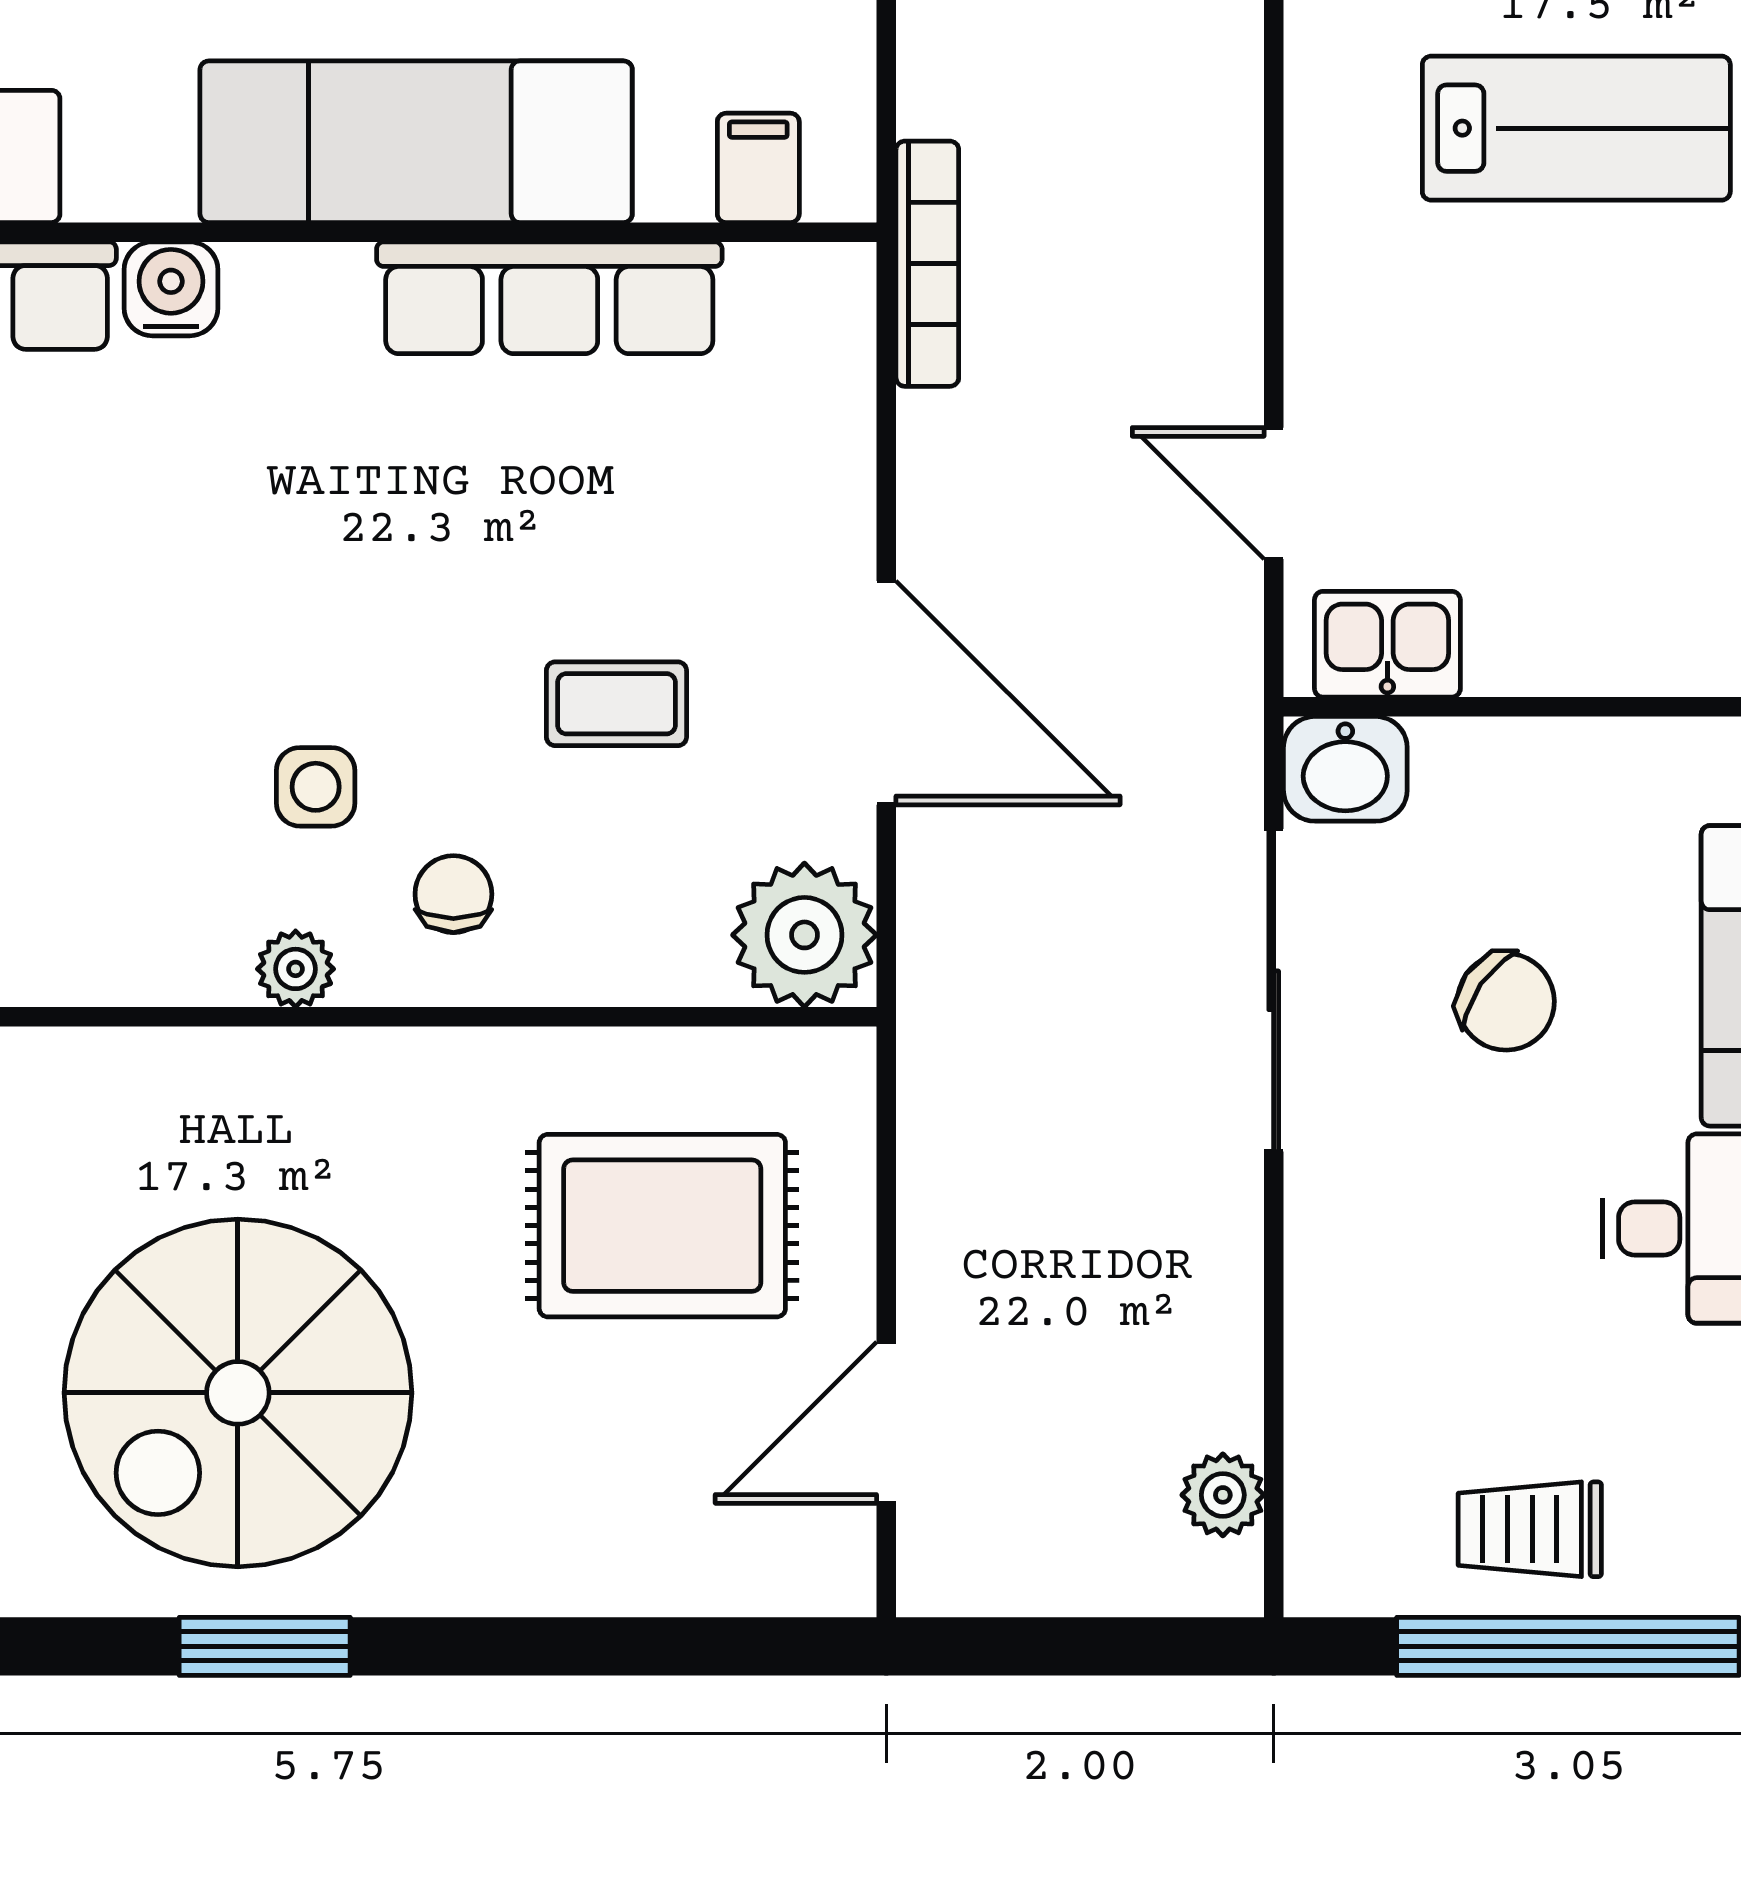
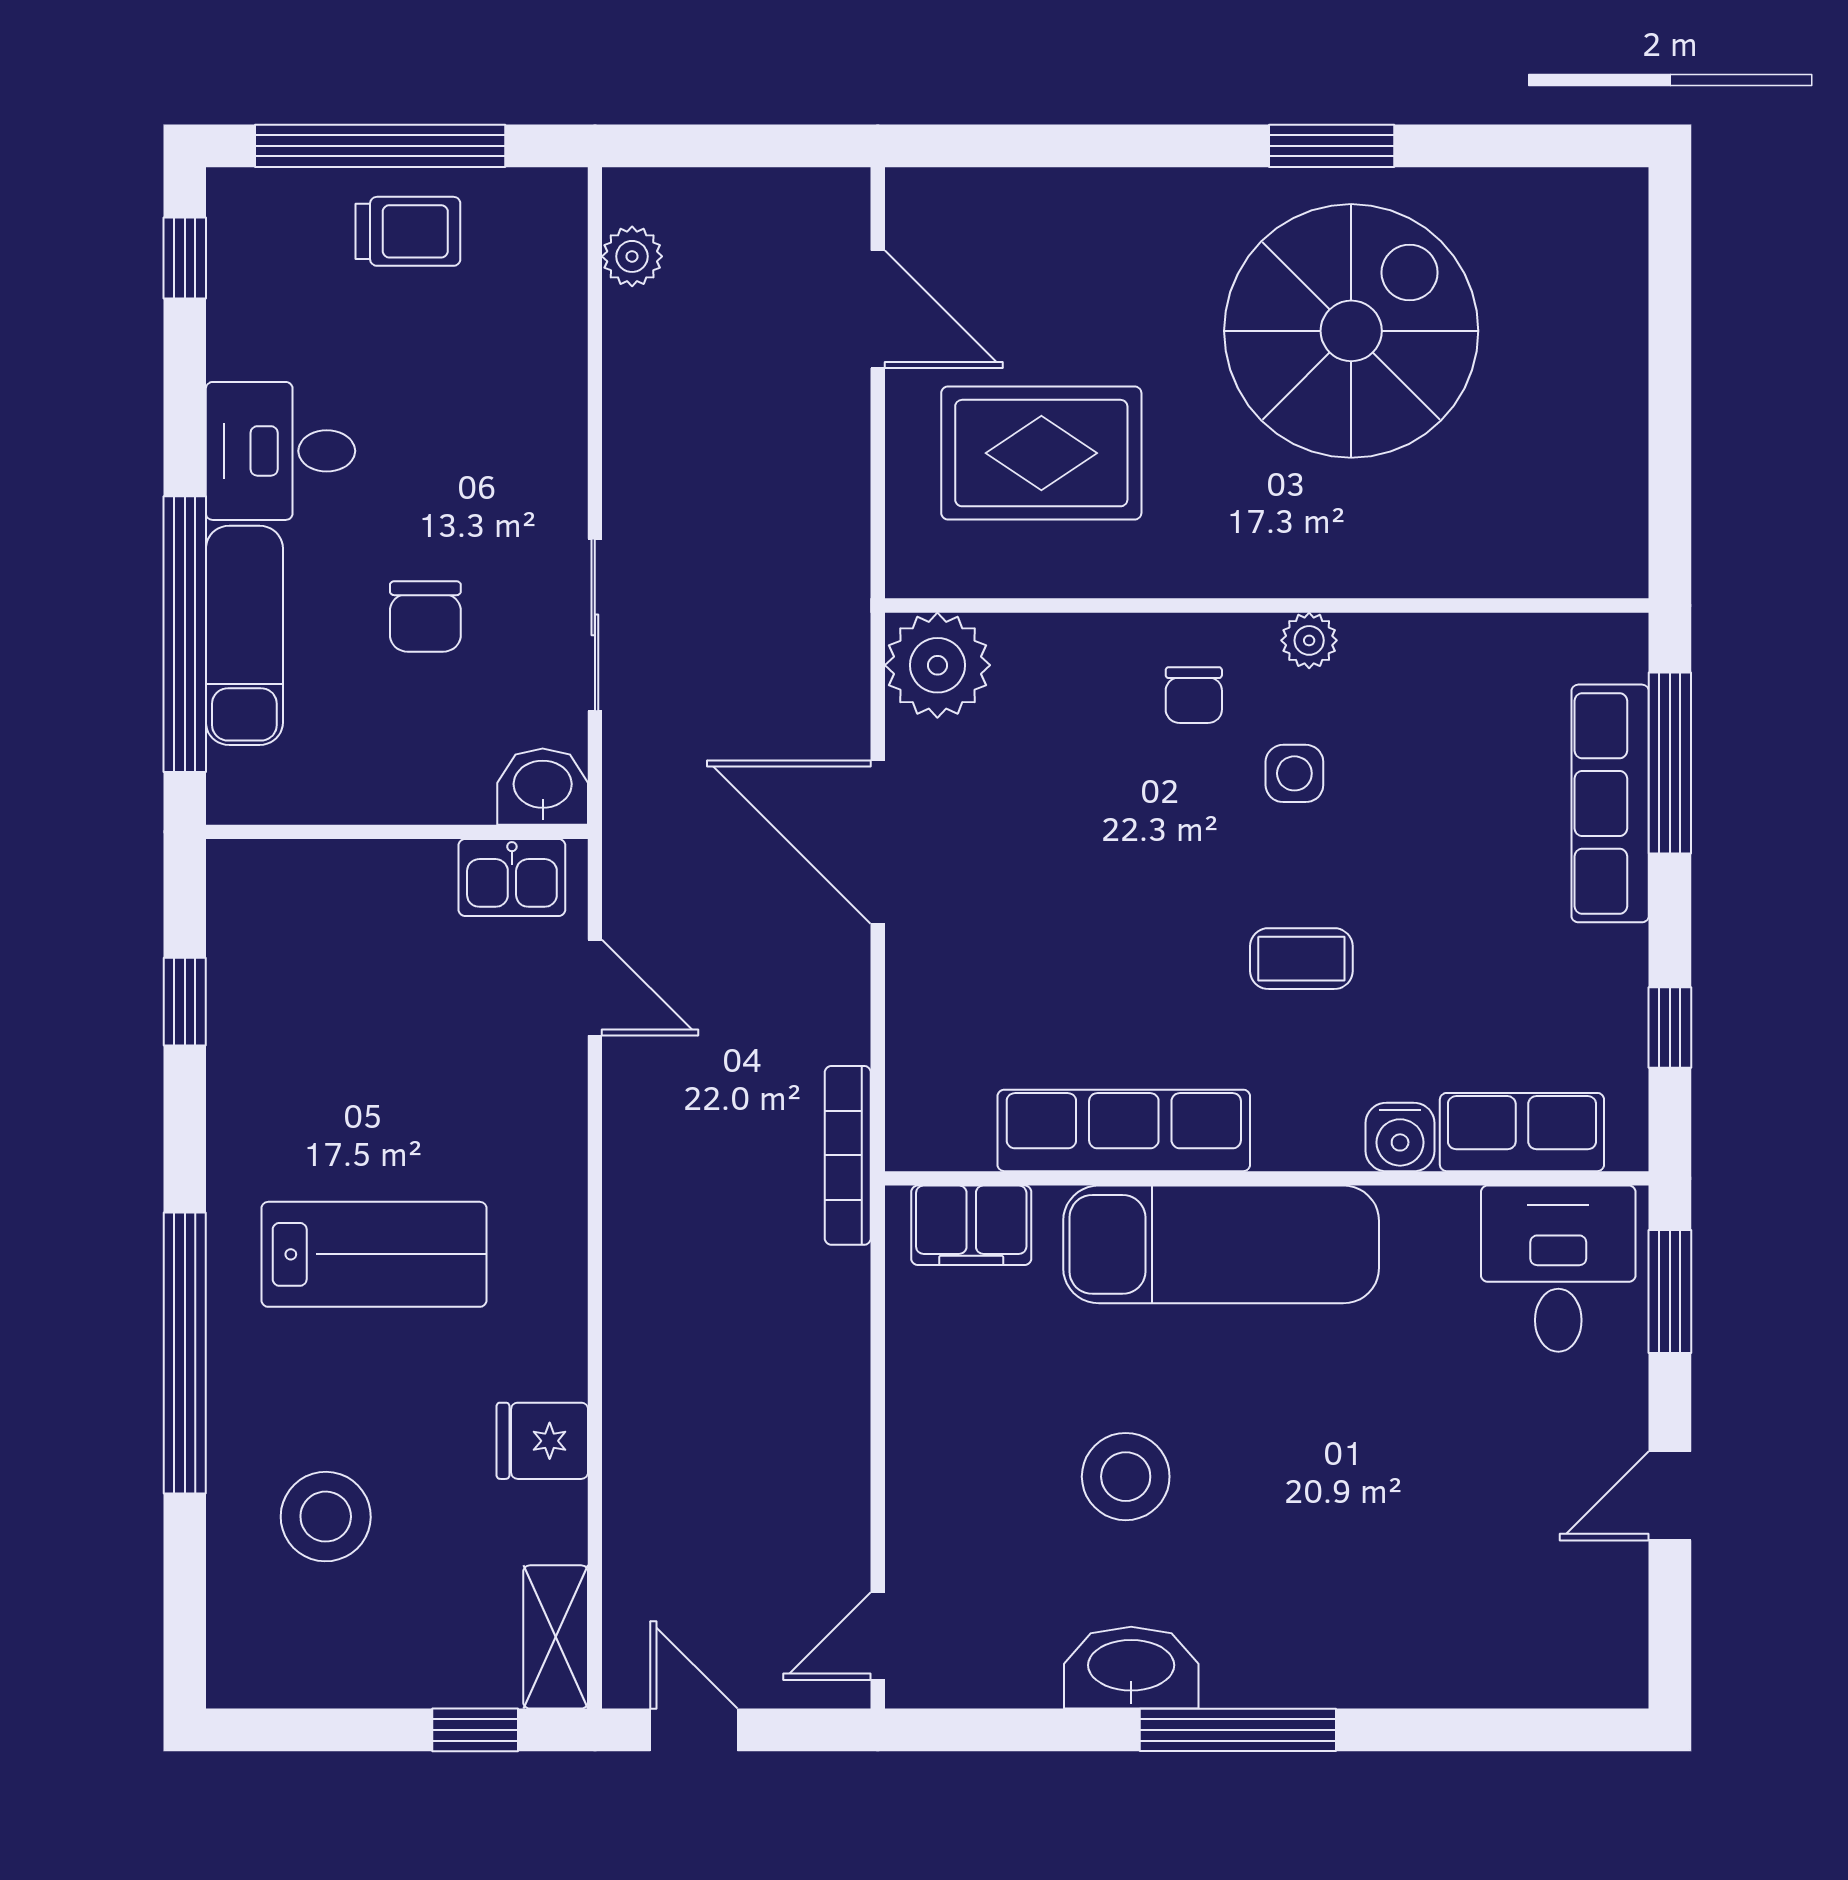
lab bench: (1576, 128) -> (374, 1254), turned 180
filing cabinet: (758, 168) -> (971, 1225), width x2.00
coffee table: (616, 704) -> (1301, 959), moved
sliding door: (1274, 990) -> (595, 625), width x0.73
chair: (1506, 1002) -> (425, 616), turned -125
door: (886, 1423) -> (878, 309), hinge flipped

